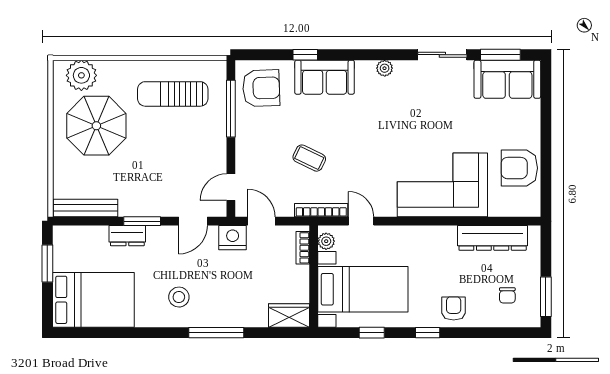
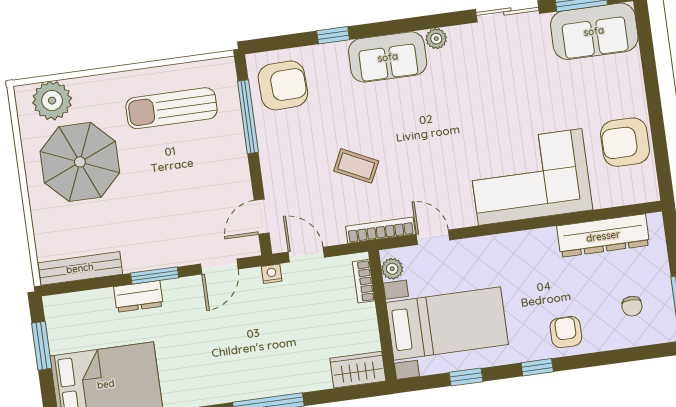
sofa: (325, 77) -> (388, 57), moved
nightstand: (233, 238) -> (272, 274), width x0.53, depth x0.56
stool: (179, 297) -> (215, 365), removed

